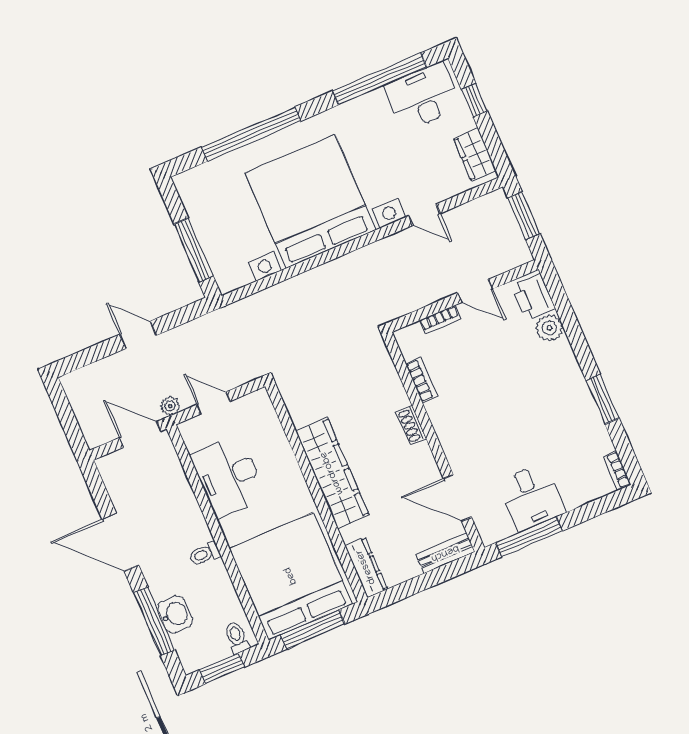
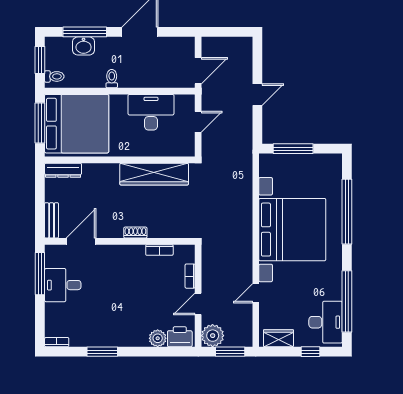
plant: (170, 406) -> (213, 336), moved, width x1.87, depth x1.87
wardrobe: (332, 473) -> (154, 174), moved

